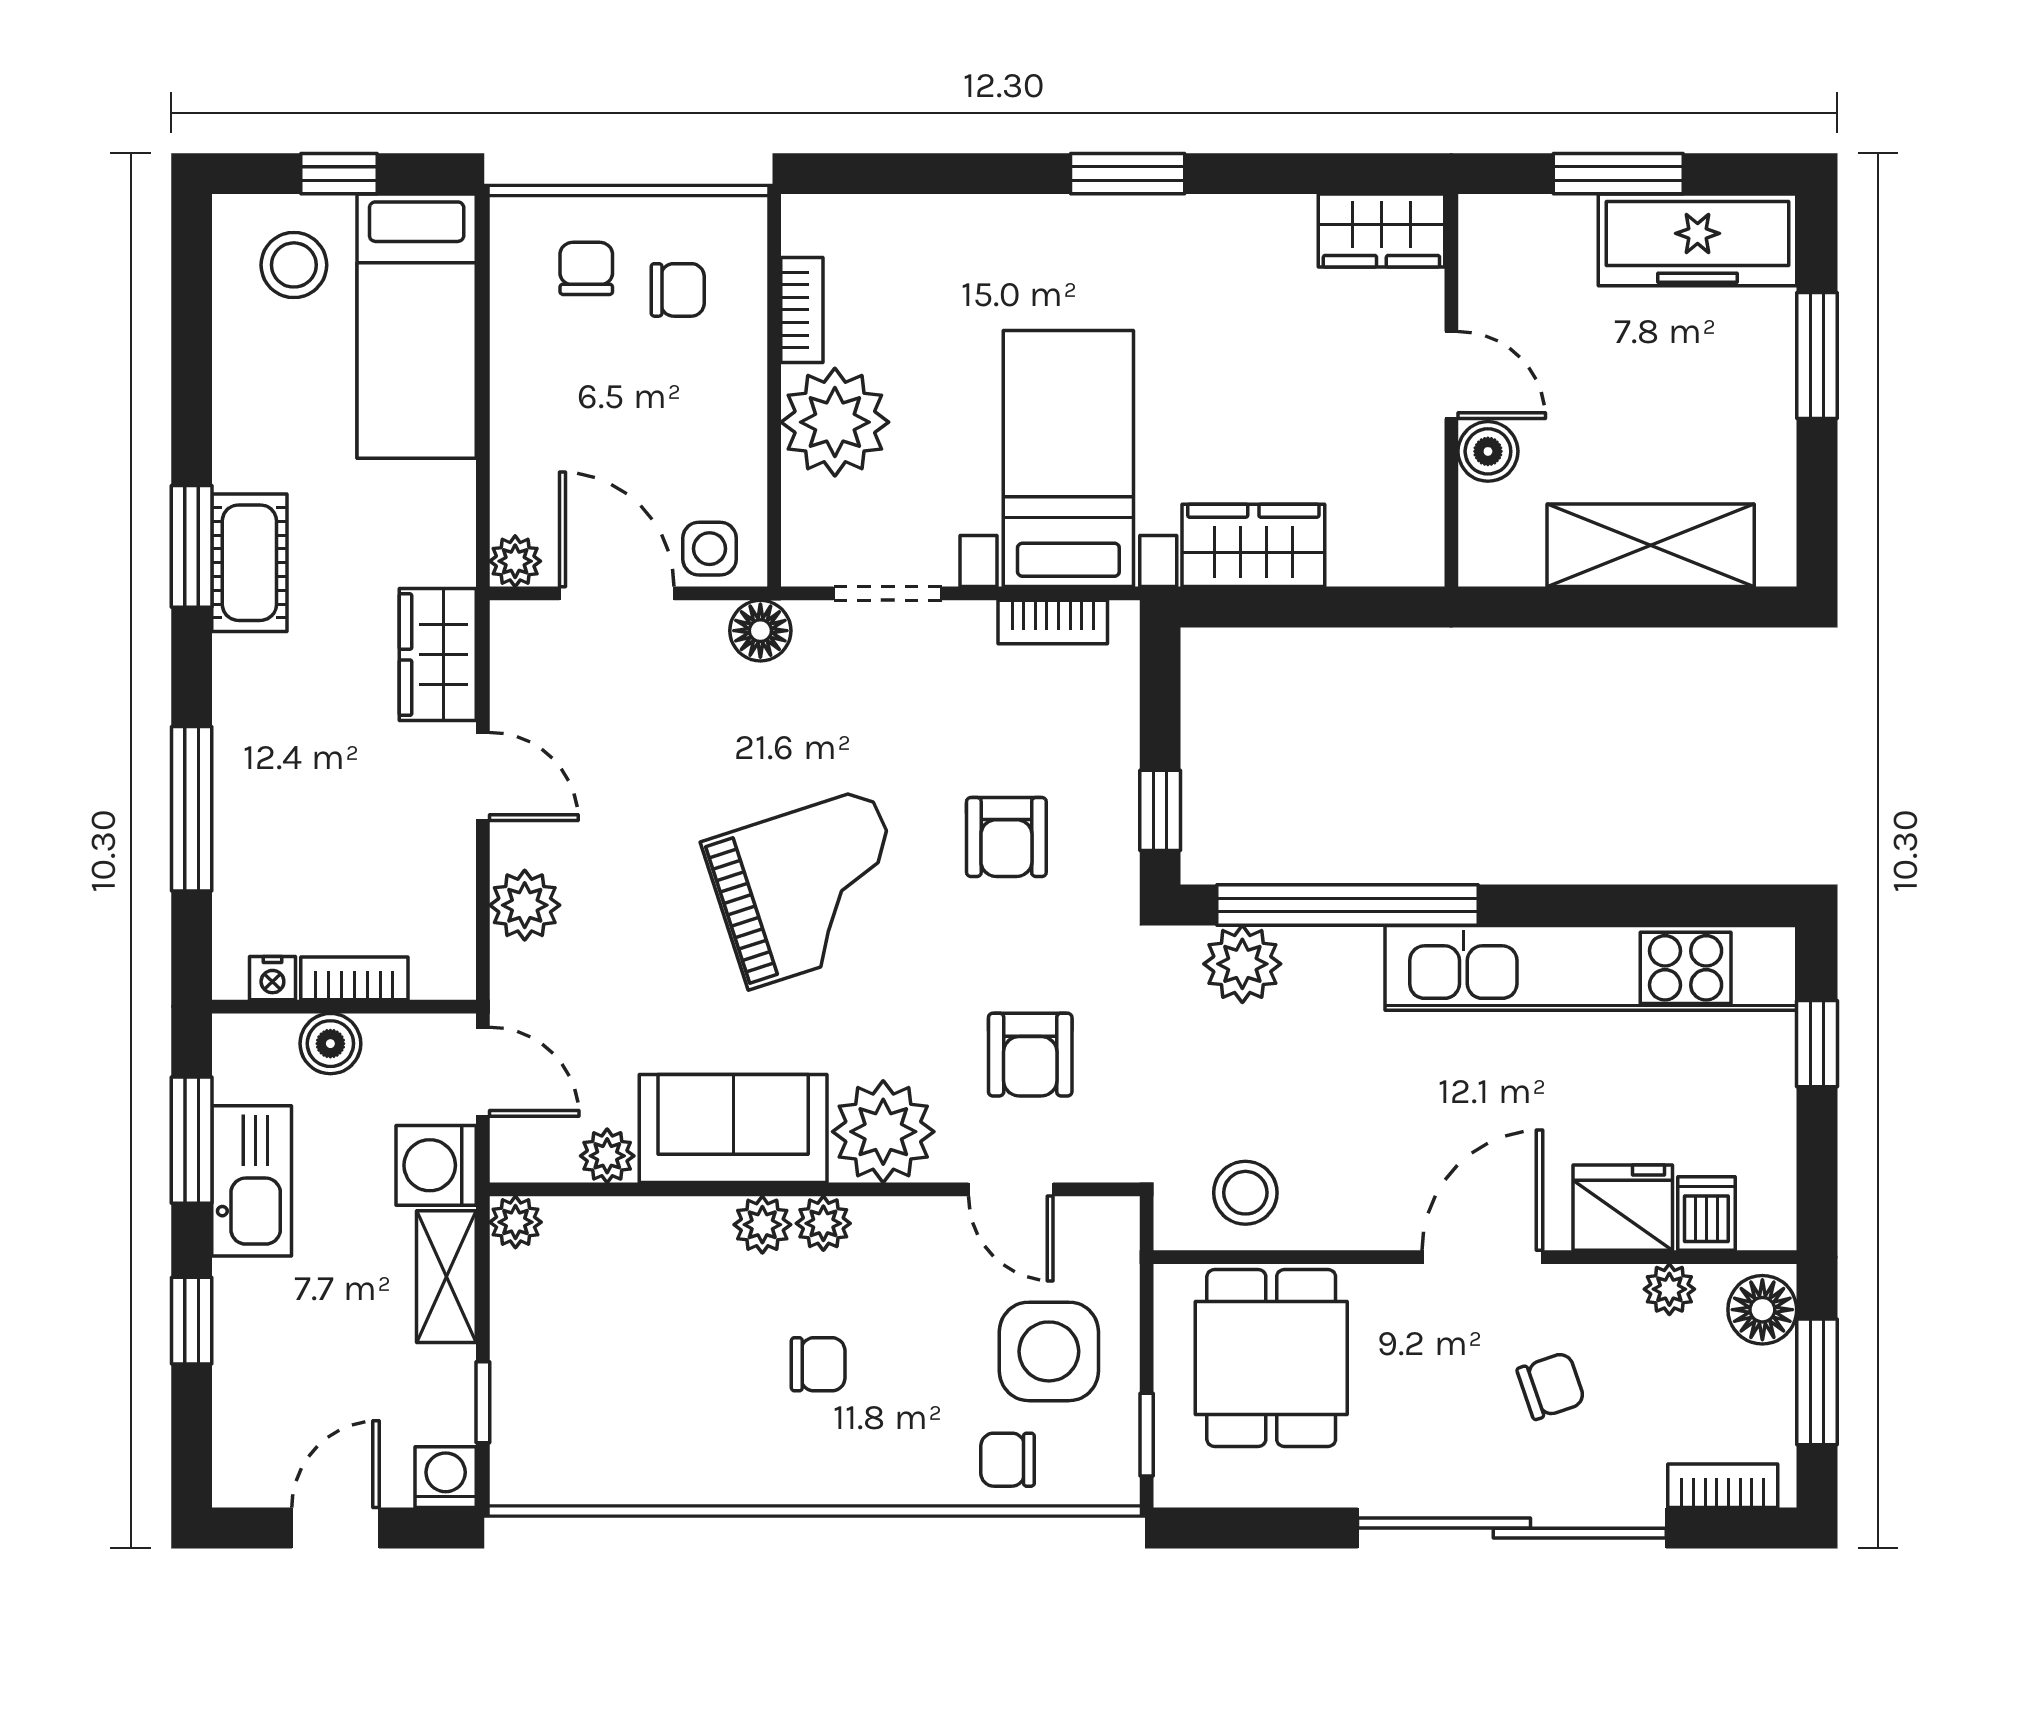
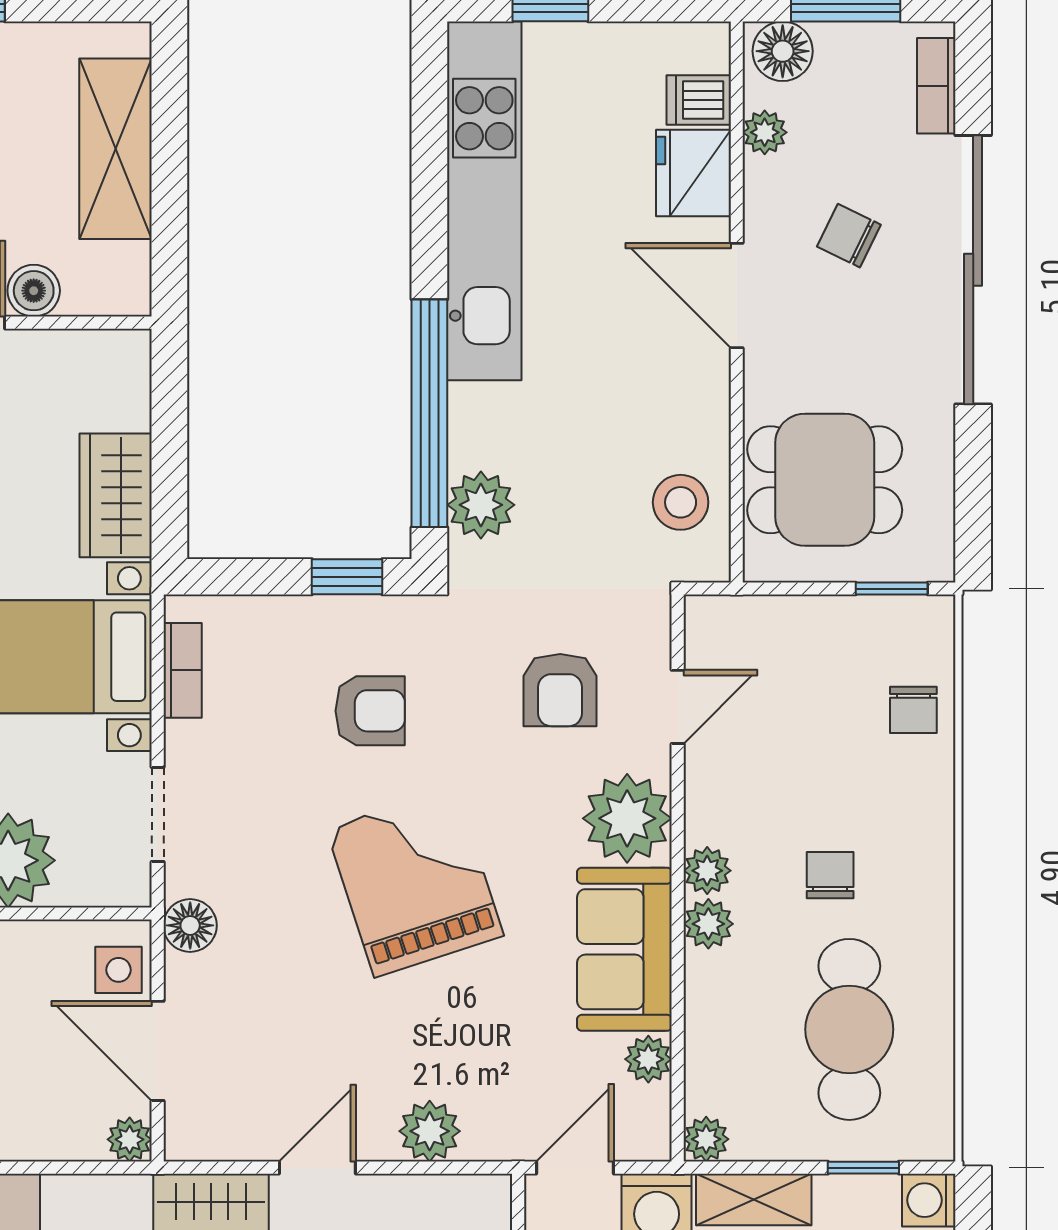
door: (617, 593) -> (158, 1051), hinge flipped
armchair: (1030, 1055) -> (560, 690), turned 90
side table: (1049, 1351) -> (819, 674), removed
cafe table: (641, 1386) -> (849, 1029), added
chair: (1551, 1386) -> (849, 236), turned -45

